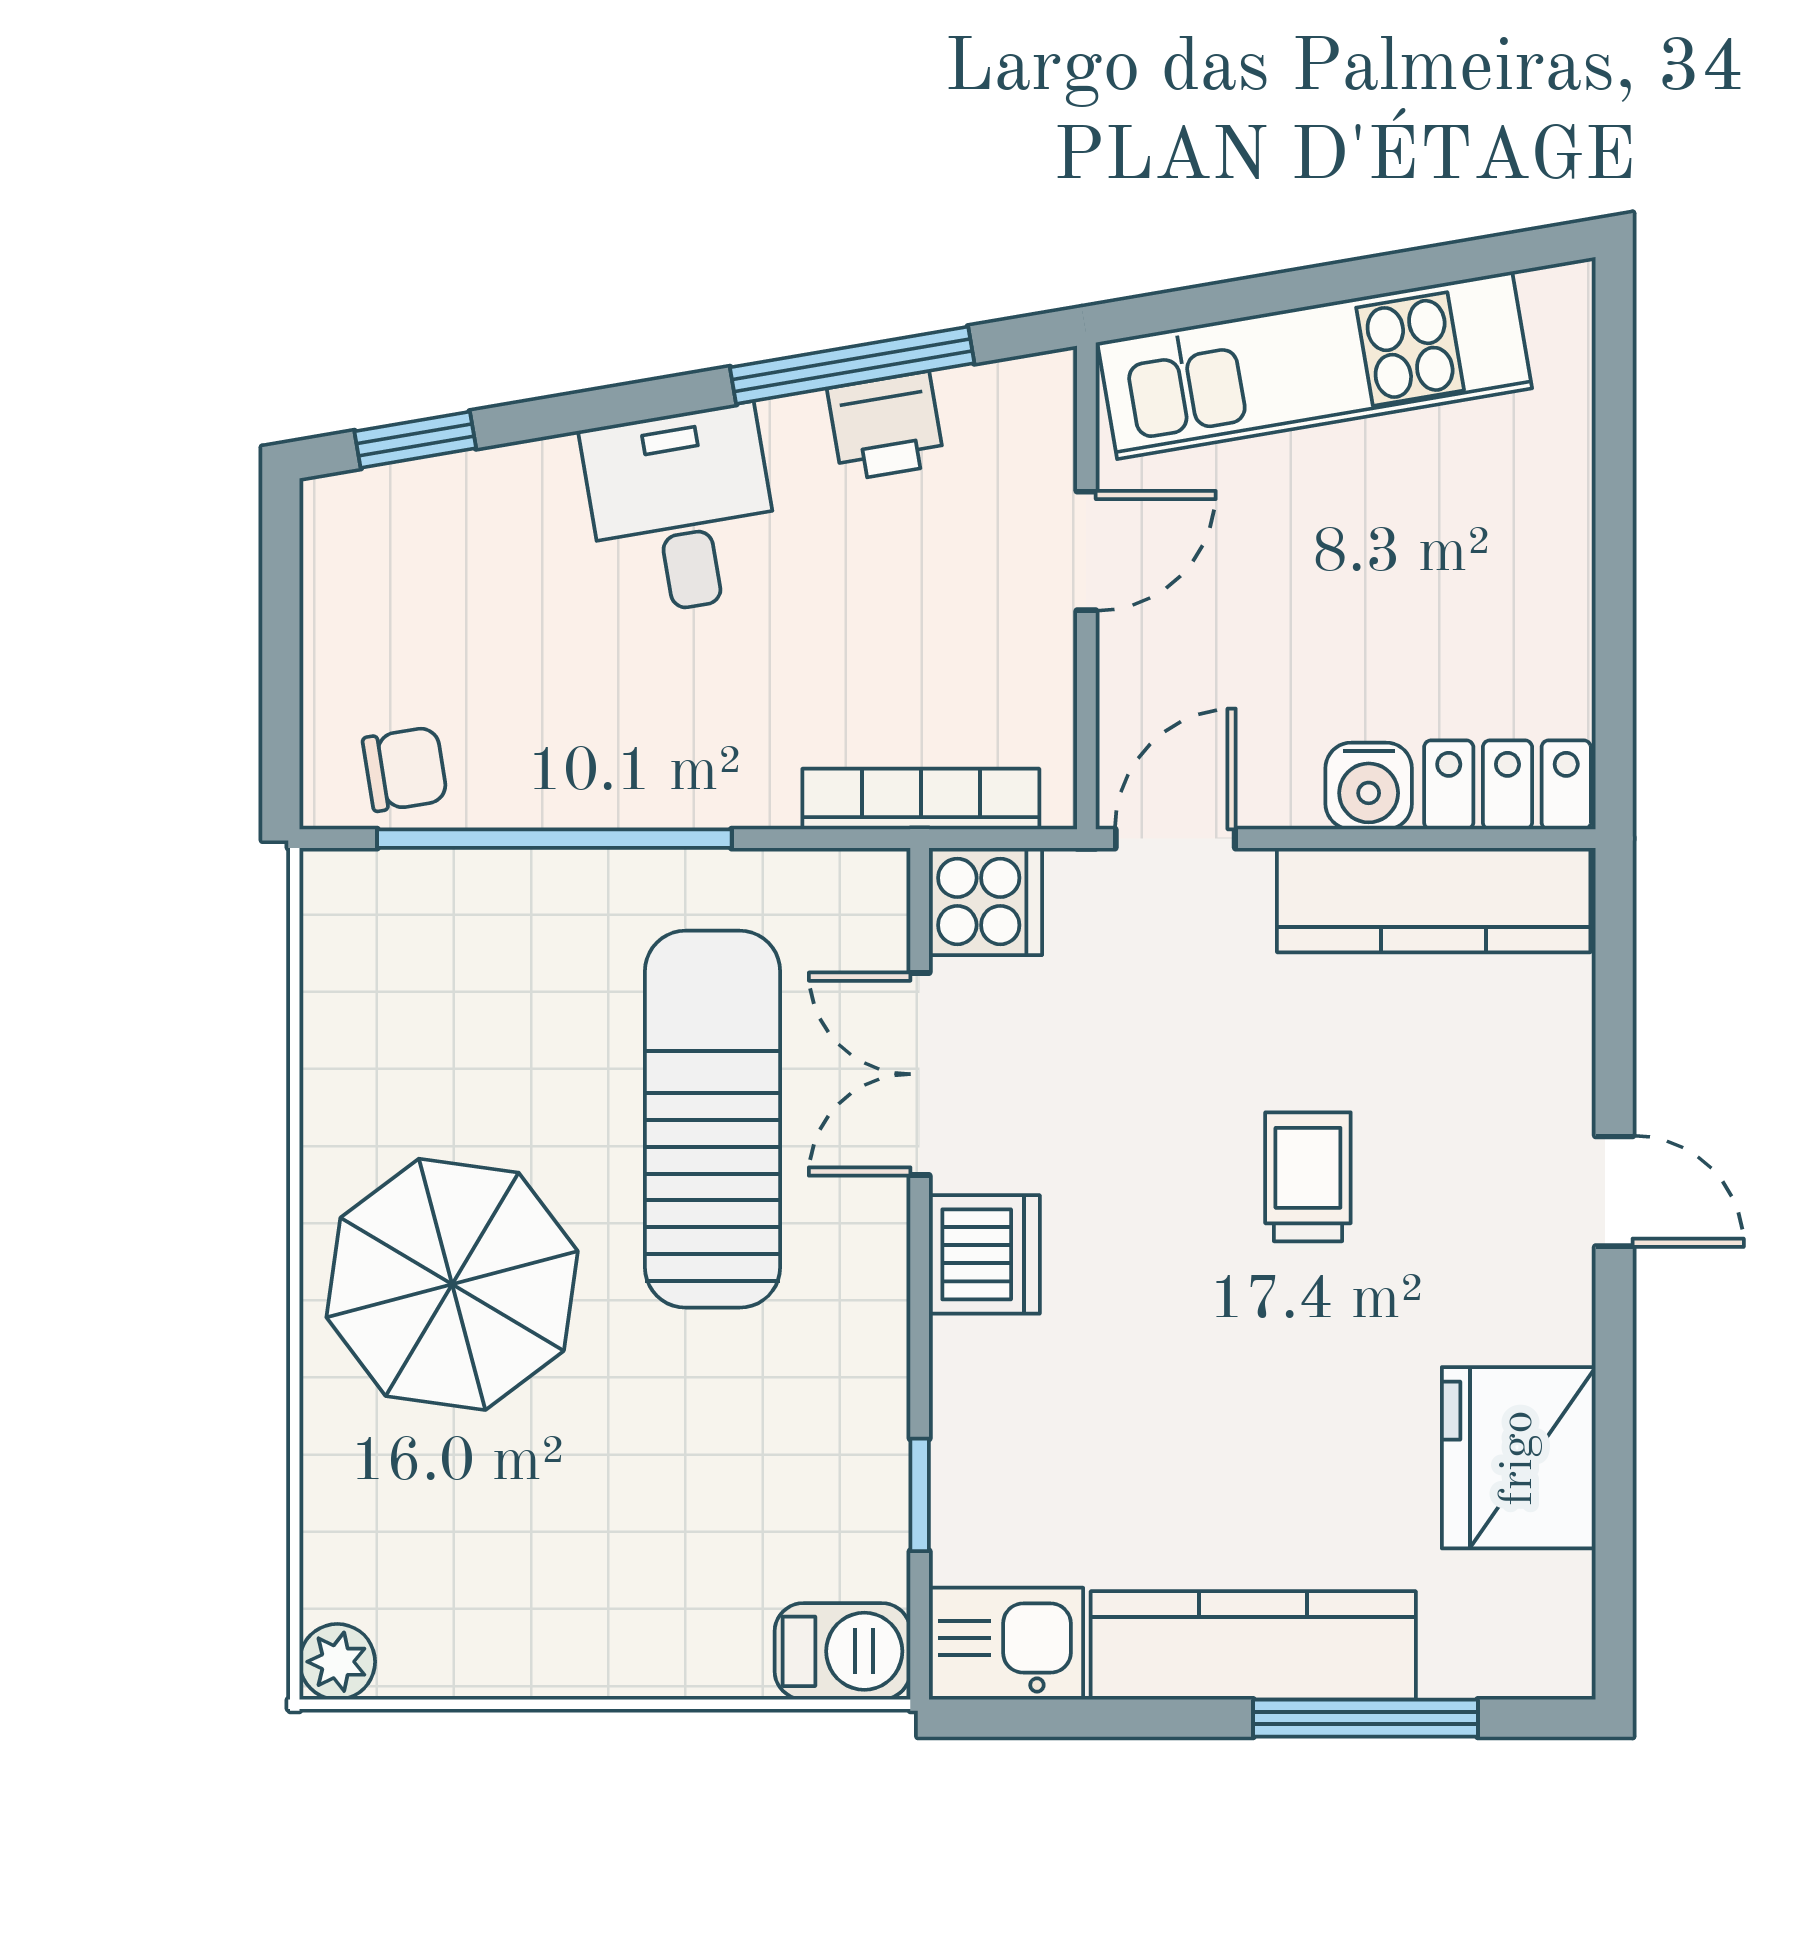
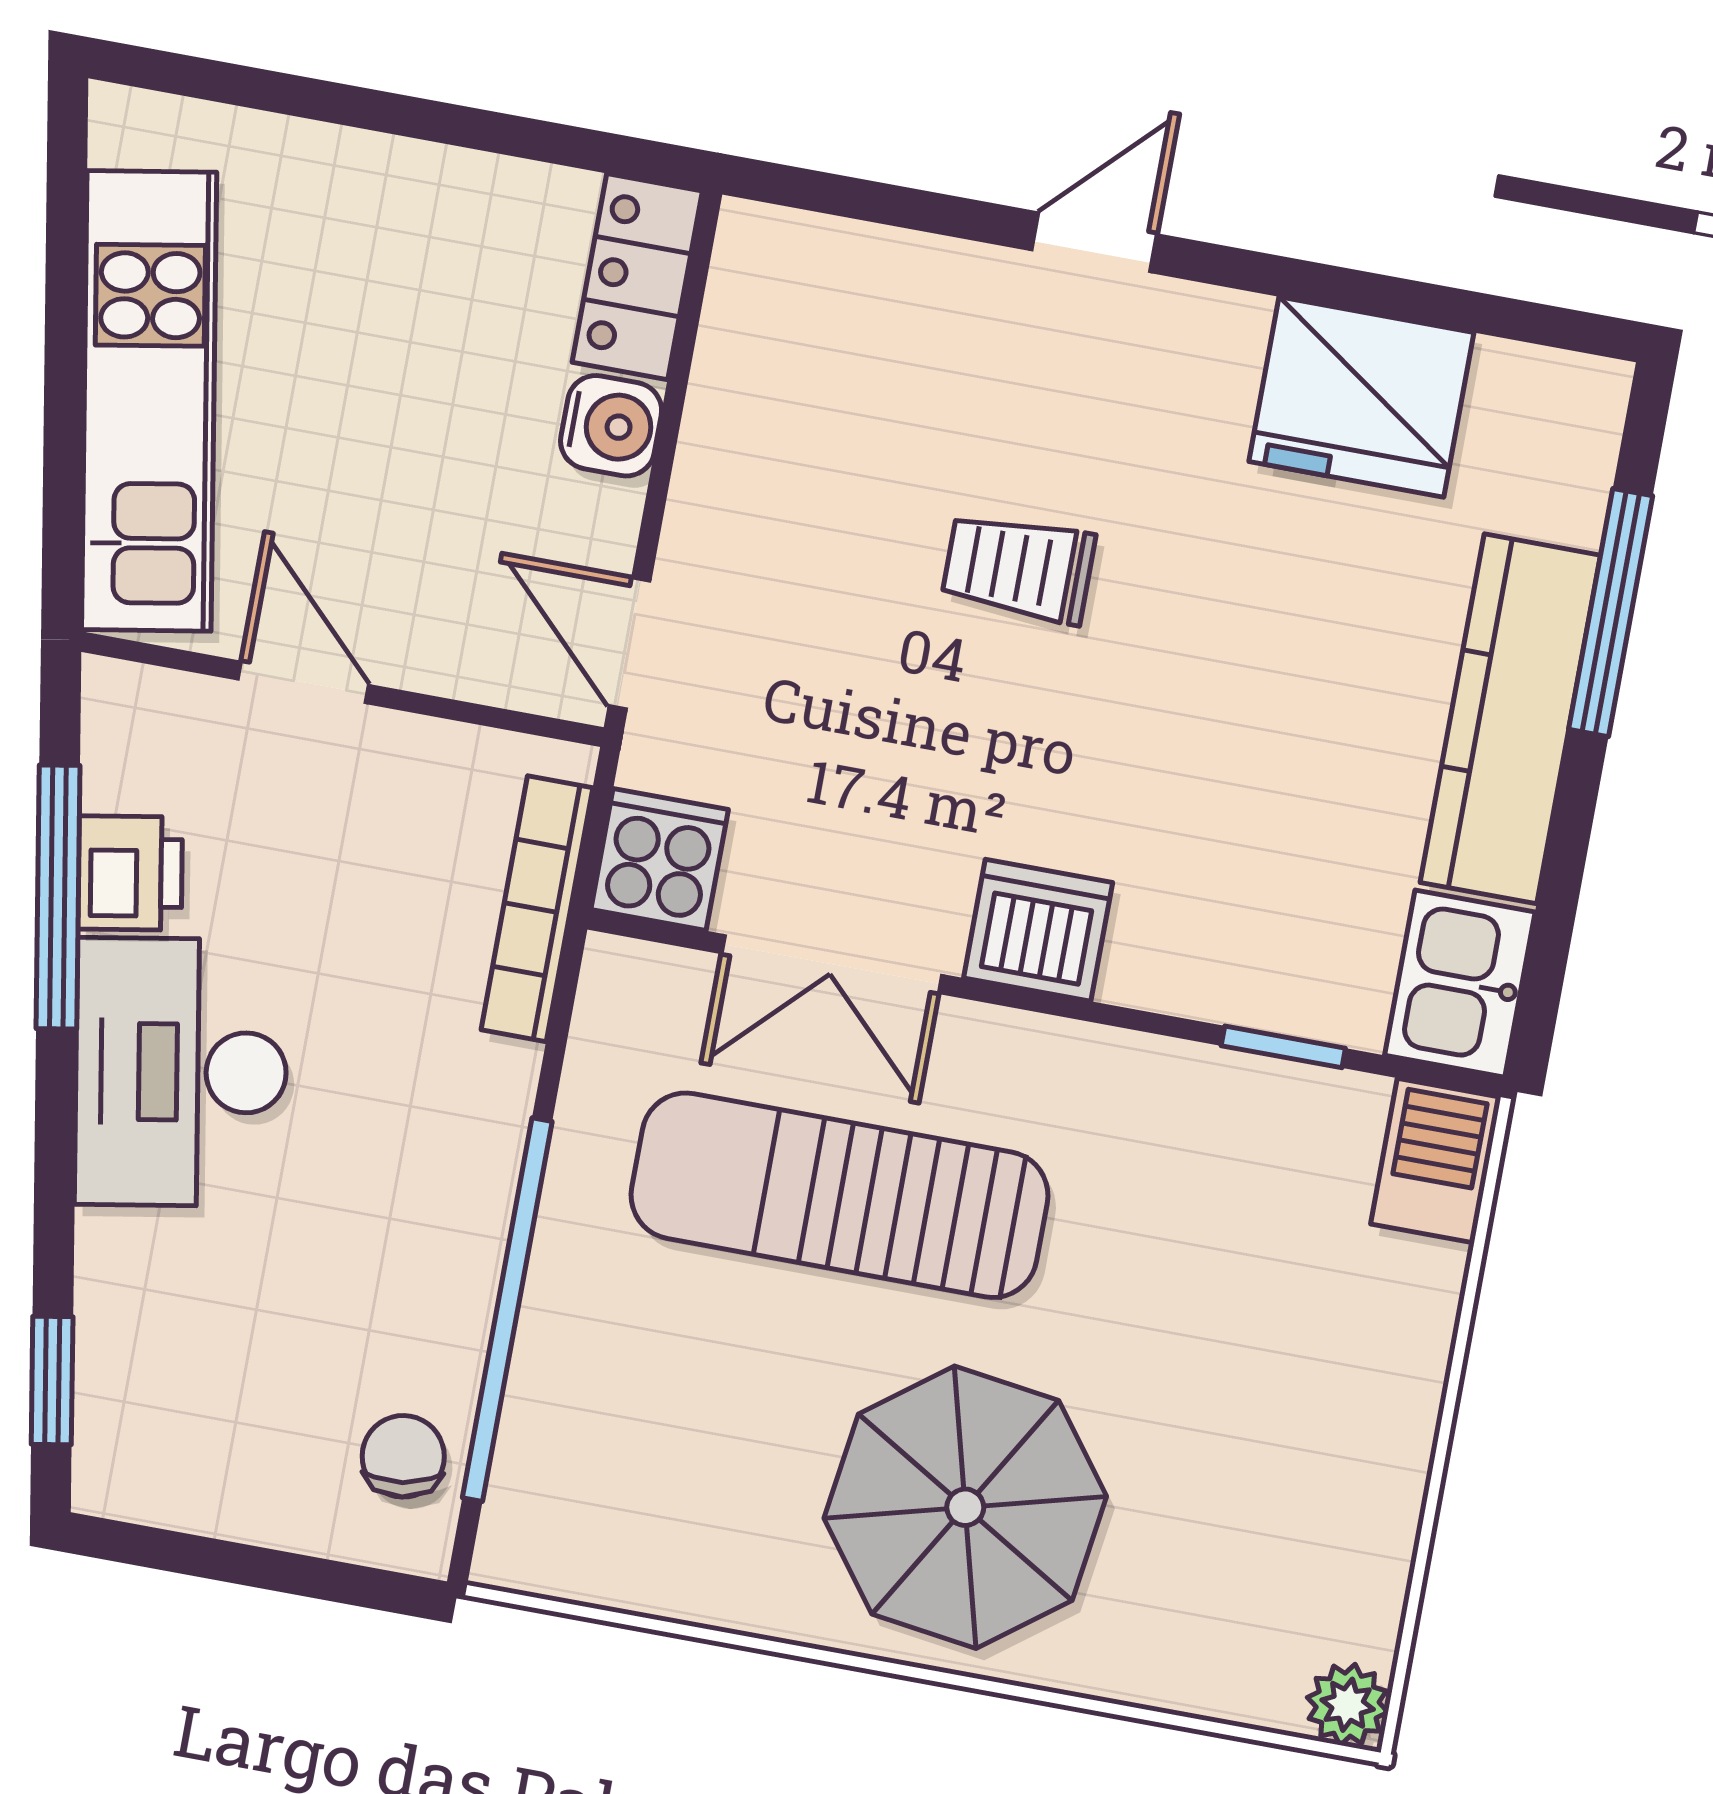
desk: (682, 511) -> (181, 1072), width x1.37
kitchen counter: (1434, 900) -> (746, 378), removed

